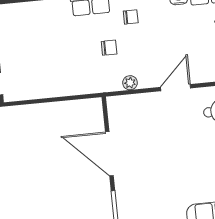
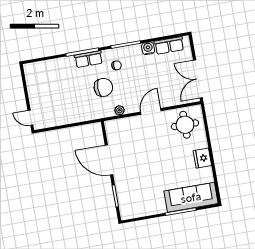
chair: (109, 48) -> (103, 87), width x1.87, depth x1.87

